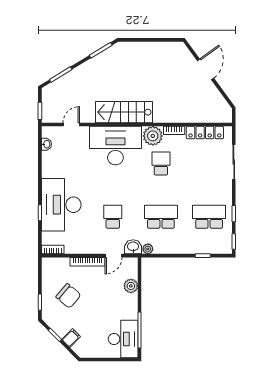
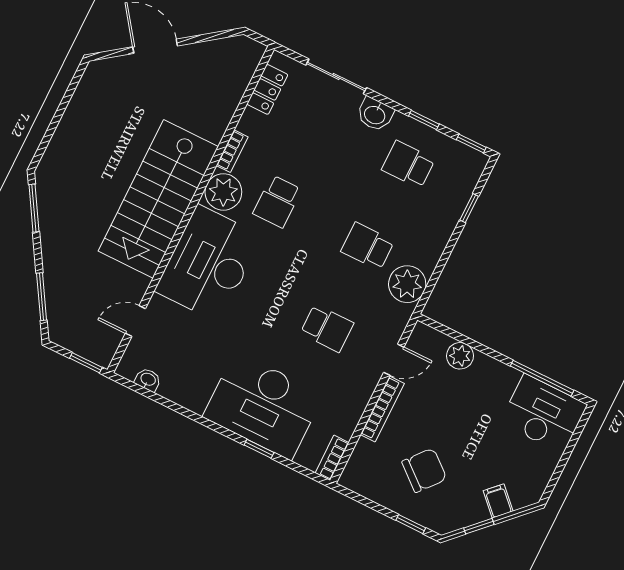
stairs: (124, 112) -> (158, 199), width x1.36, depth x1.51
door: (71, 125) -> (135, 321), hinge flipped
locker: (205, 133) -> (267, 89), width x0.66
school desk: (161, 163) -> (277, 201), turned -90
school desk: (113, 217) -> (327, 328), turned 180
school desk: (161, 217) -> (368, 246), width x0.54
school desk: (209, 217) -> (408, 164), width x0.54
washbasin: (133, 247) -> (375, 114), moved, turned -90
plant: (148, 249) -> (407, 284), width x1.88, depth x1.88
door: (114, 256) -> (394, 360), hinge flipped

